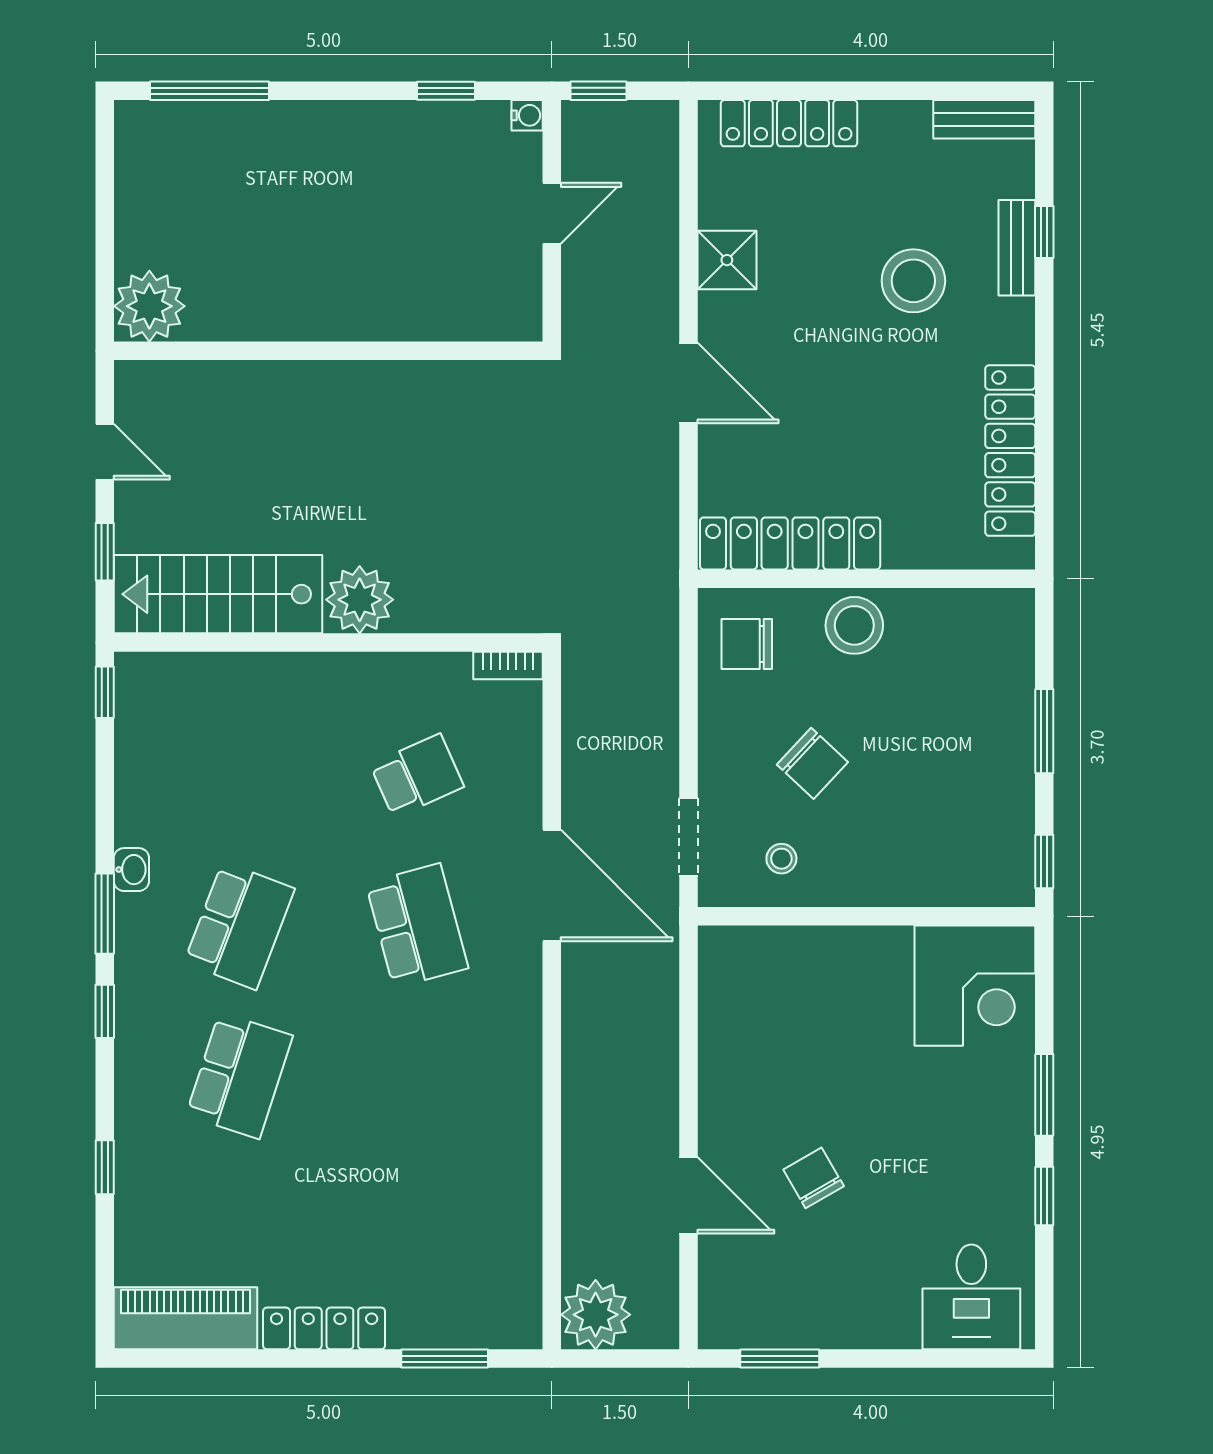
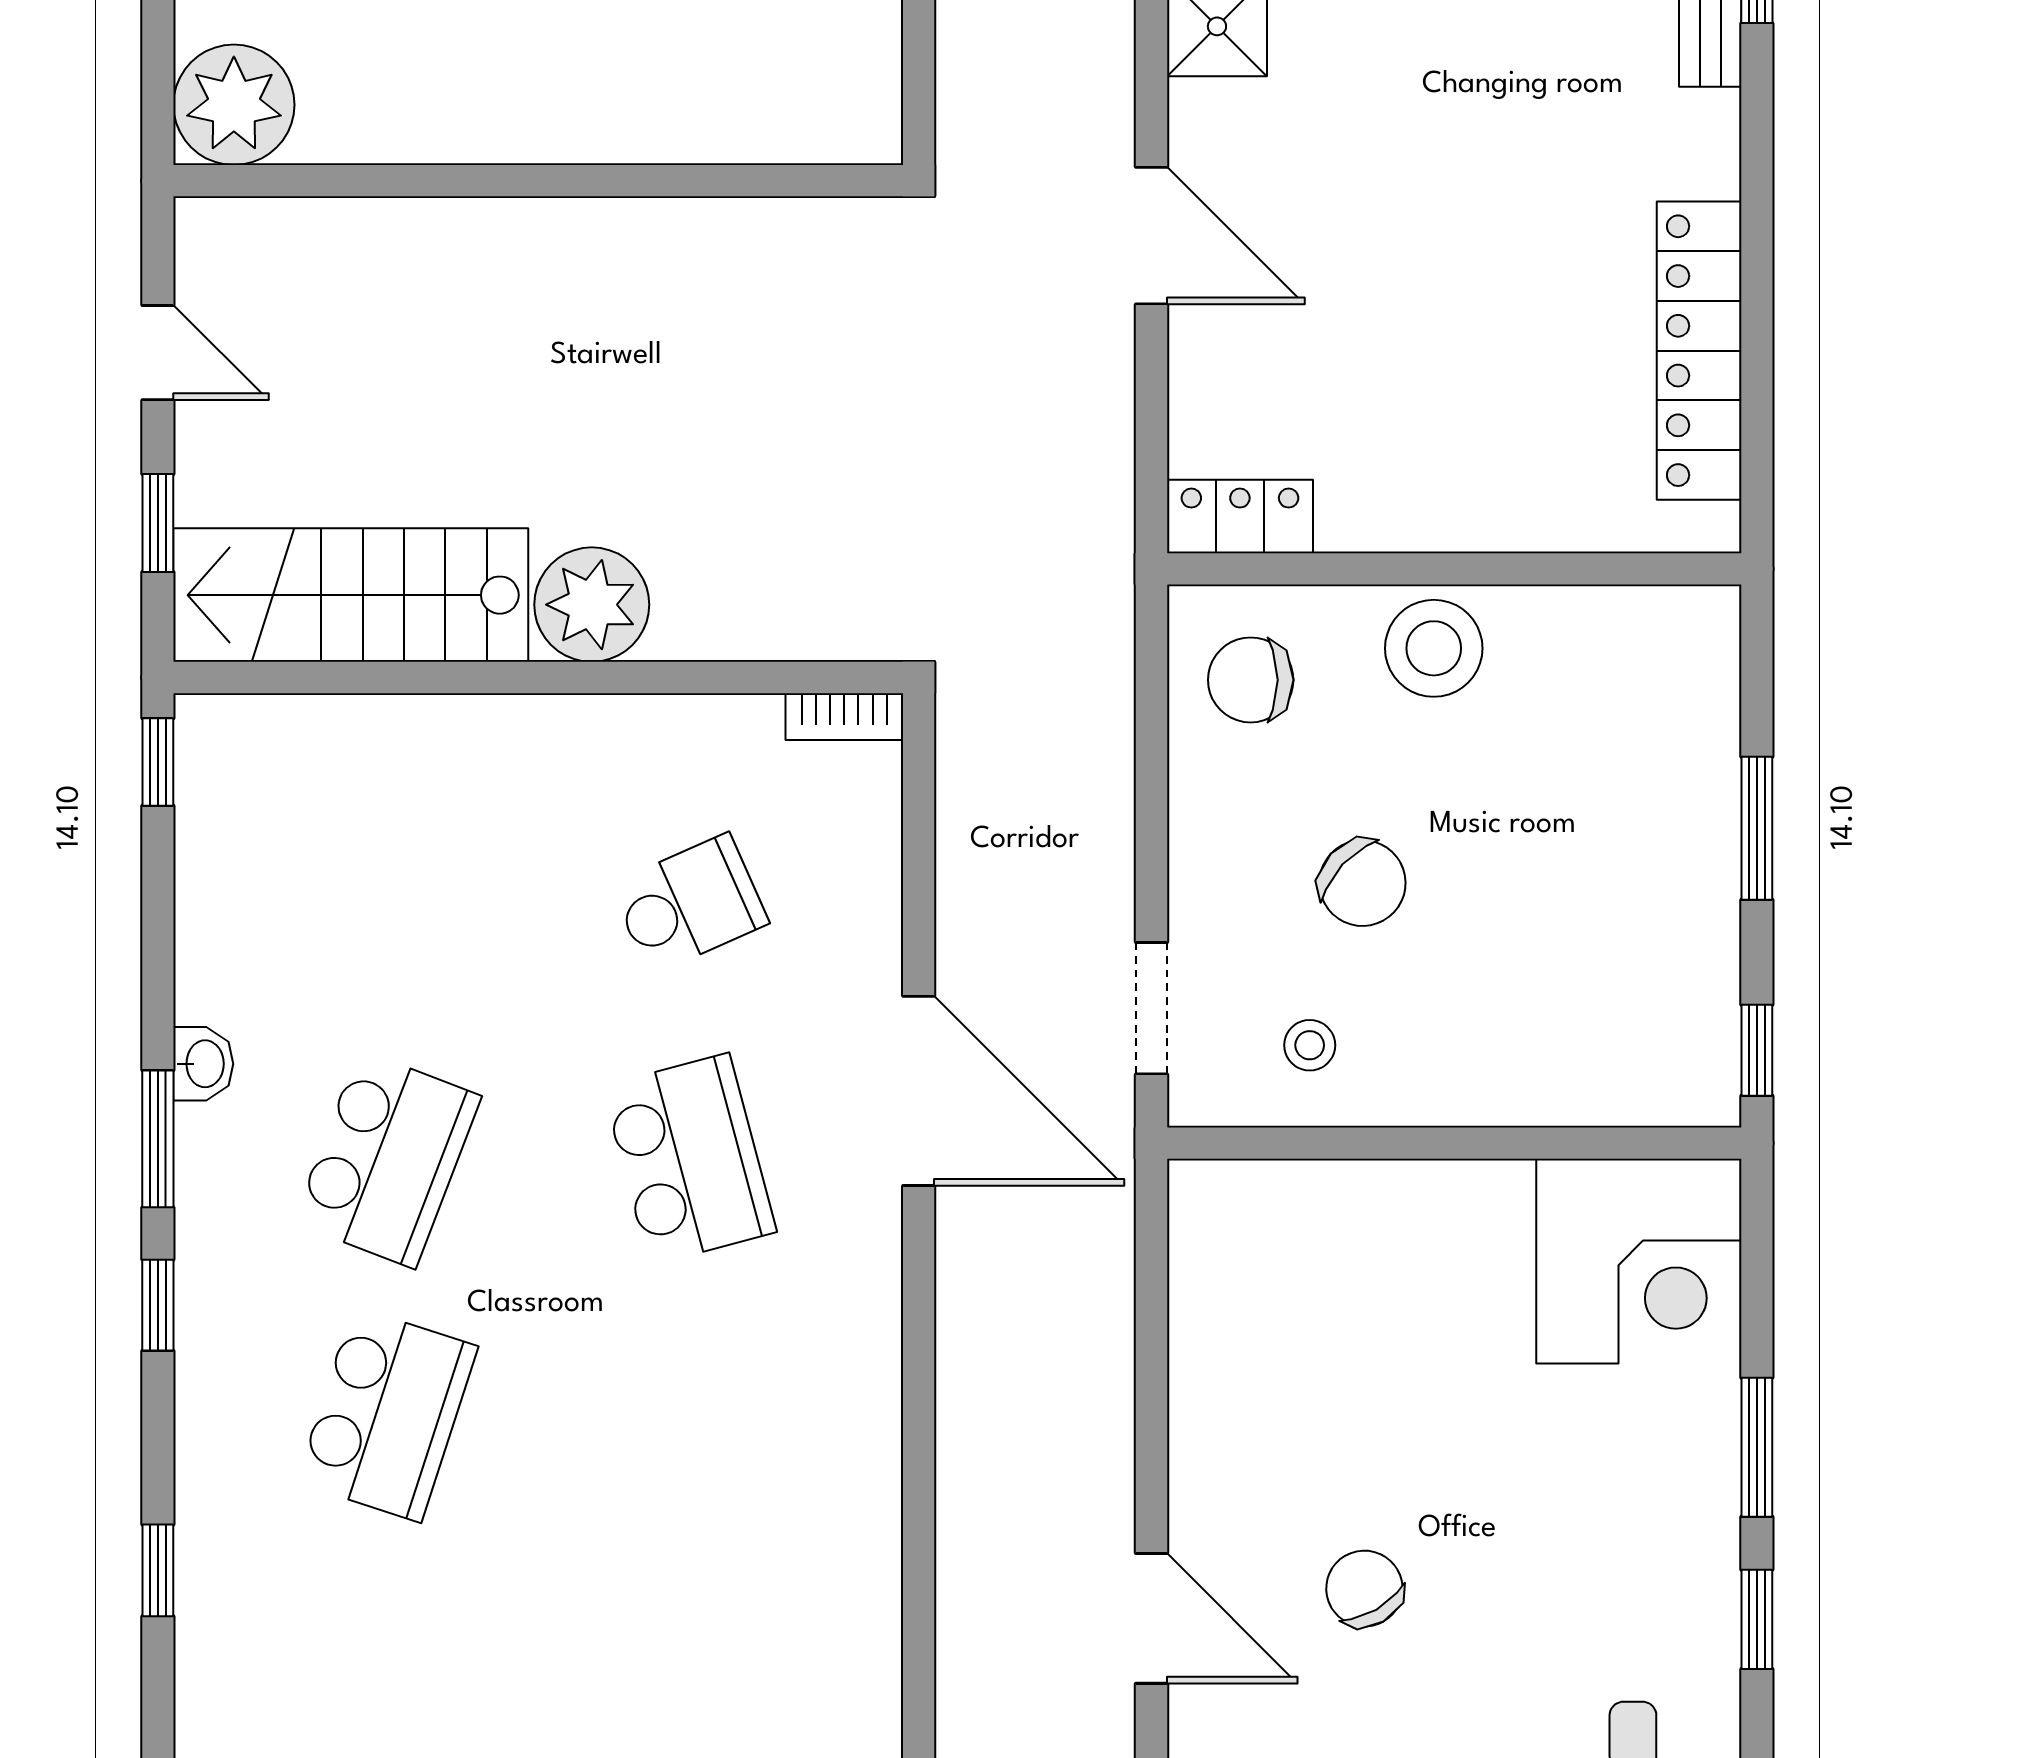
stool: (913, 281) -> (1534, 62), removed
locker: (790, 543) -> (1240, 516), width x0.46, depth x0.83

